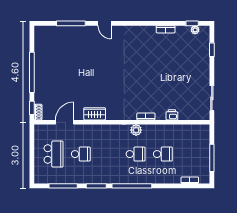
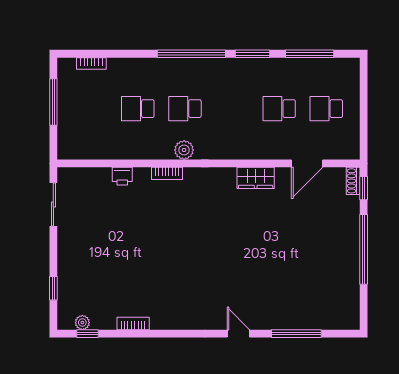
school desk: (53, 154) -> (326, 109), width x0.54

